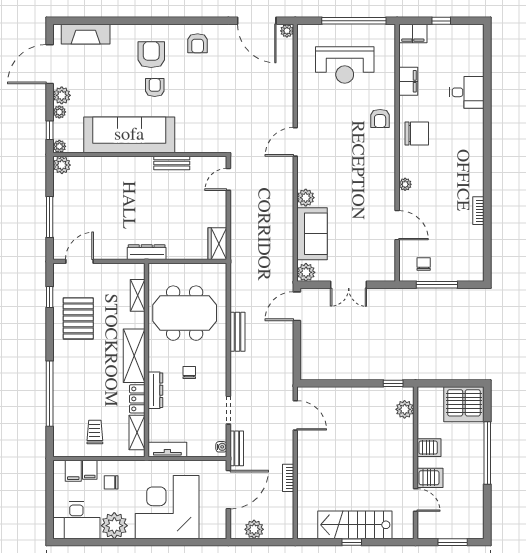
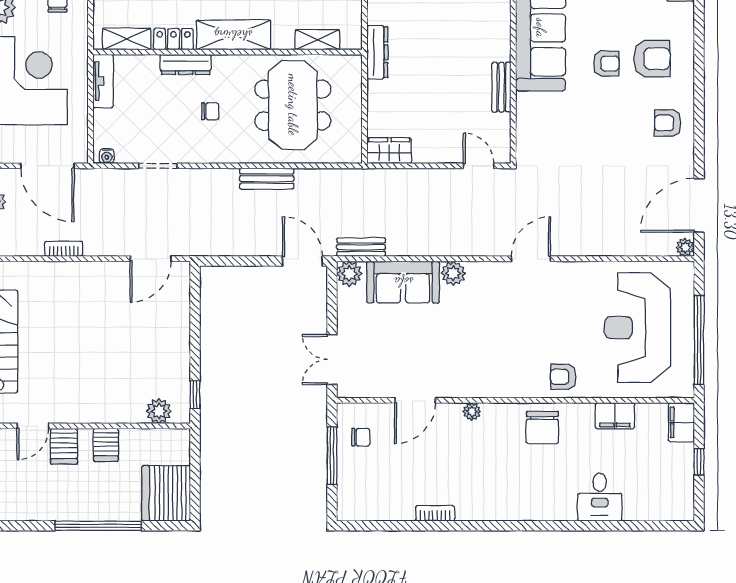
reception desk: (345, 65) -> (638, 328), width x1.36, depth x1.30
door: (295, 142) -> (531, 259), hinge flipped
double door: (349, 285) -> (332, 360), moved
bench: (237, 448) -> (361, 247), moved

